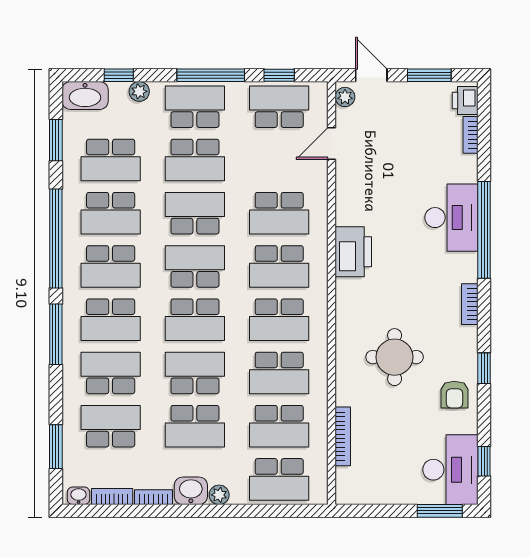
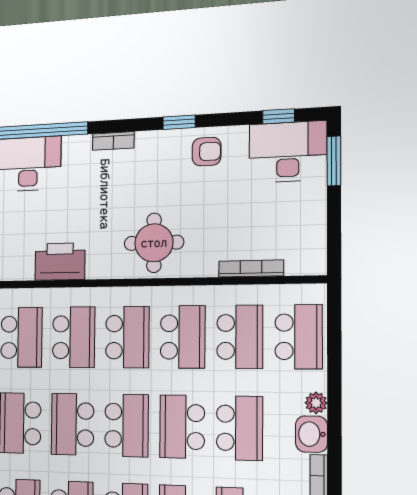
round table: (395, 357) -> (154, 243), moved

